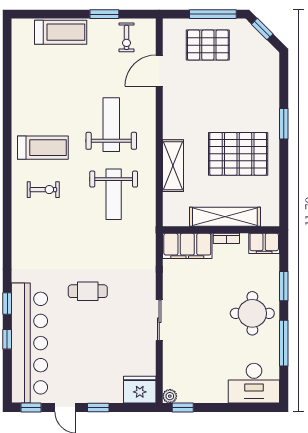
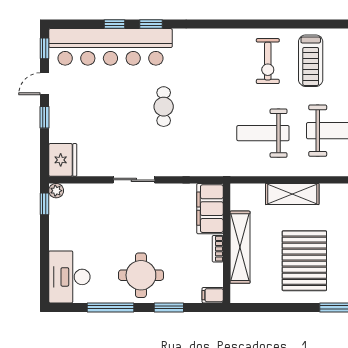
exercise bike: (43, 190) -> (268, 61), width x1.38, depth x1.39
filing cabinet: (264, 243) -> (213, 295), width x0.50

